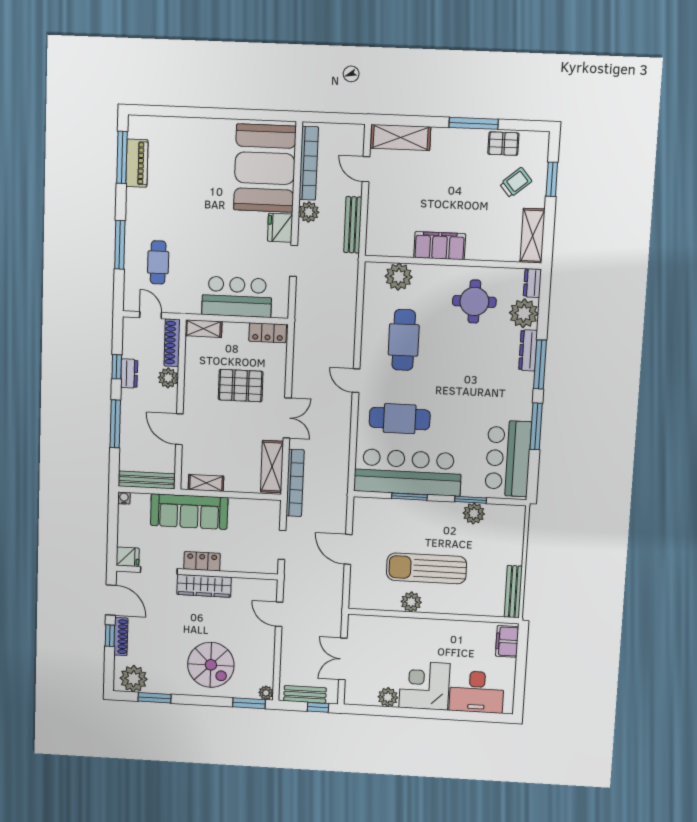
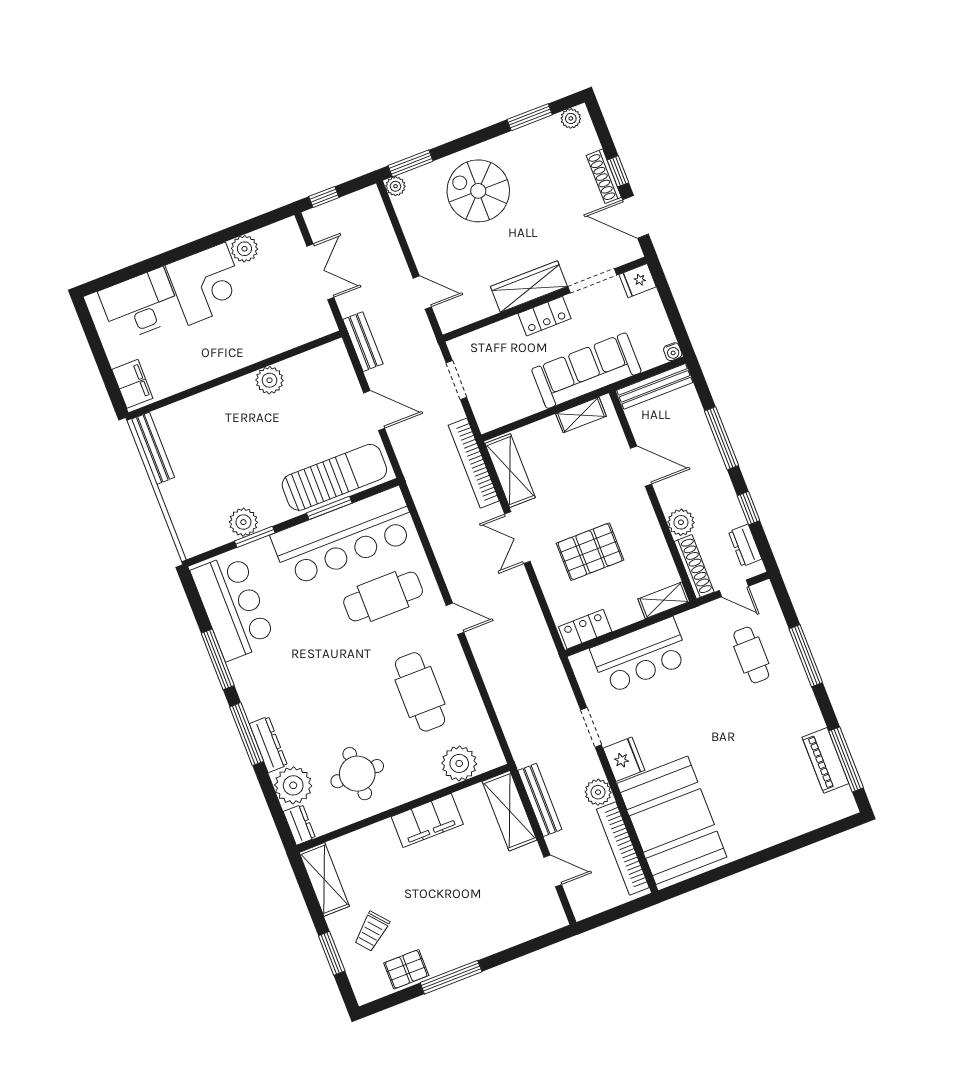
shelving: (401, 137) -> (509, 811), moved, turned 90
dresser: (129, 373) -> (745, 545), moved
sun lounger: (426, 568) -> (334, 477), moved
plant: (134, 679) -> (571, 118), width x0.53, depth x0.53
bench: (305, 694) -> (363, 342), moved, turned 90

